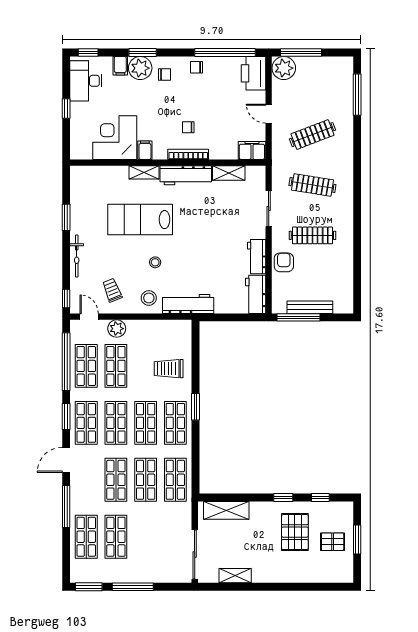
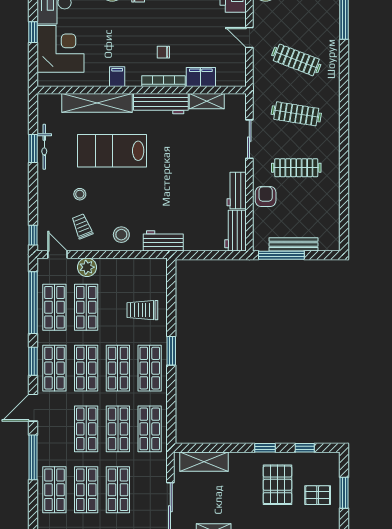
clothes rail: (312, 135) -> (296, 60), turned 42
corner desk: (115, 138) -> (61, 49), moved, turned 90
filing cabinet: (252, 151) -> (201, 77), moved
shelving: (144, 172) -> (97, 103), width x2.20, depth x1.33
bicycle: (77, 256) -> (44, 147), moved
stool: (155, 262) -> (80, 194), moved
workbench: (188, 304) -> (163, 241), width x0.73
shop shelf: (146, 537) -> (118, 490), added

